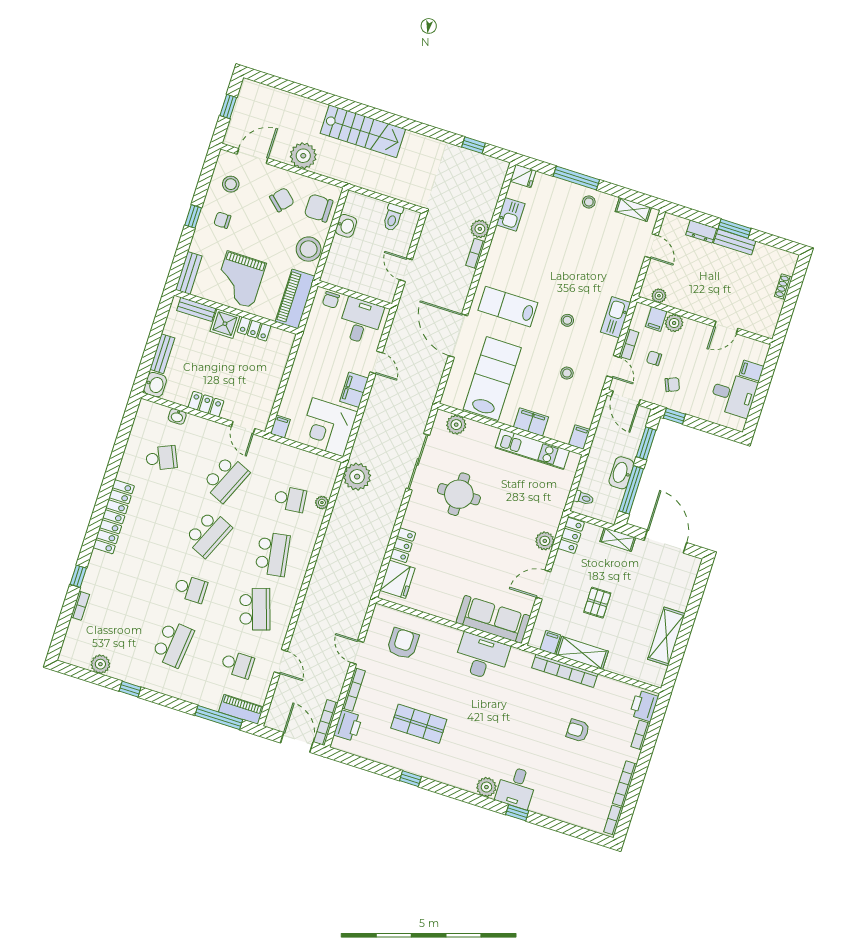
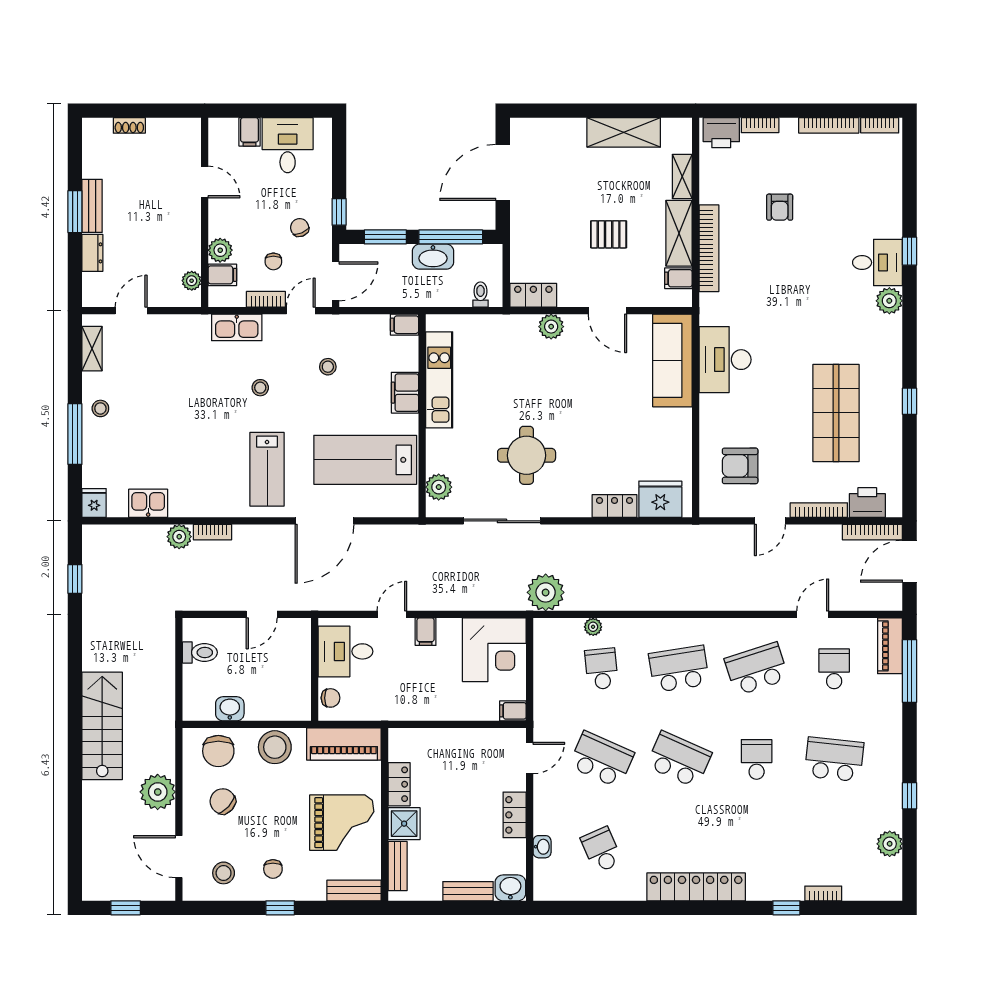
filing cabinet: (354, 390) -> (426, 632), width x0.50
shelving: (618, 540) -> (682, 177), moved
shop shelf: (419, 724) -> (836, 413), width x1.43, depth x1.36

